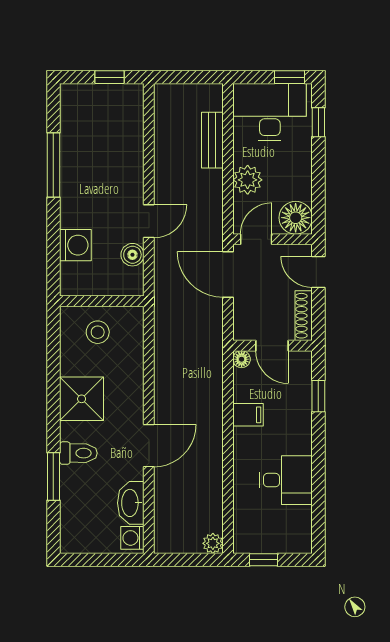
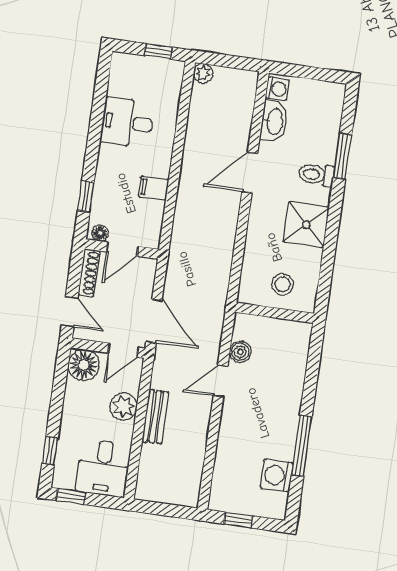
desk: (270, 112) -> (103, 468), width x0.73
bench: (212, 140) -> (155, 417), moved
washing machine: (75, 245) -> (277, 475), moved
door: (272, 346) -> (122, 249), swing flipped
floor lamp: (242, 359) -> (100, 233), moved

